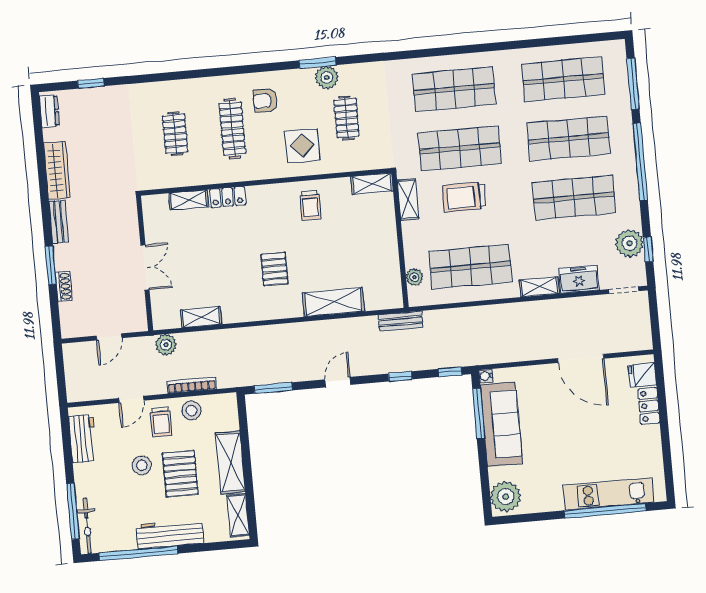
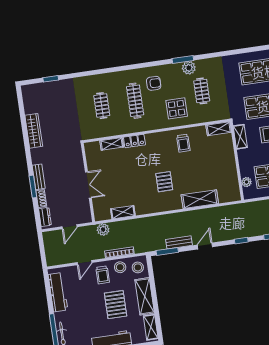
armchair: (265, 101) -> (154, 83), turned 180
dresser: (49, 111) -> (45, 217), moved
bench: (59, 222) -> (39, 177), moved
bench: (401, 321) -> (179, 242), moved
workbench: (83, 439) -> (58, 292), width x1.38
stool: (142, 465) -> (138, 267), moved

